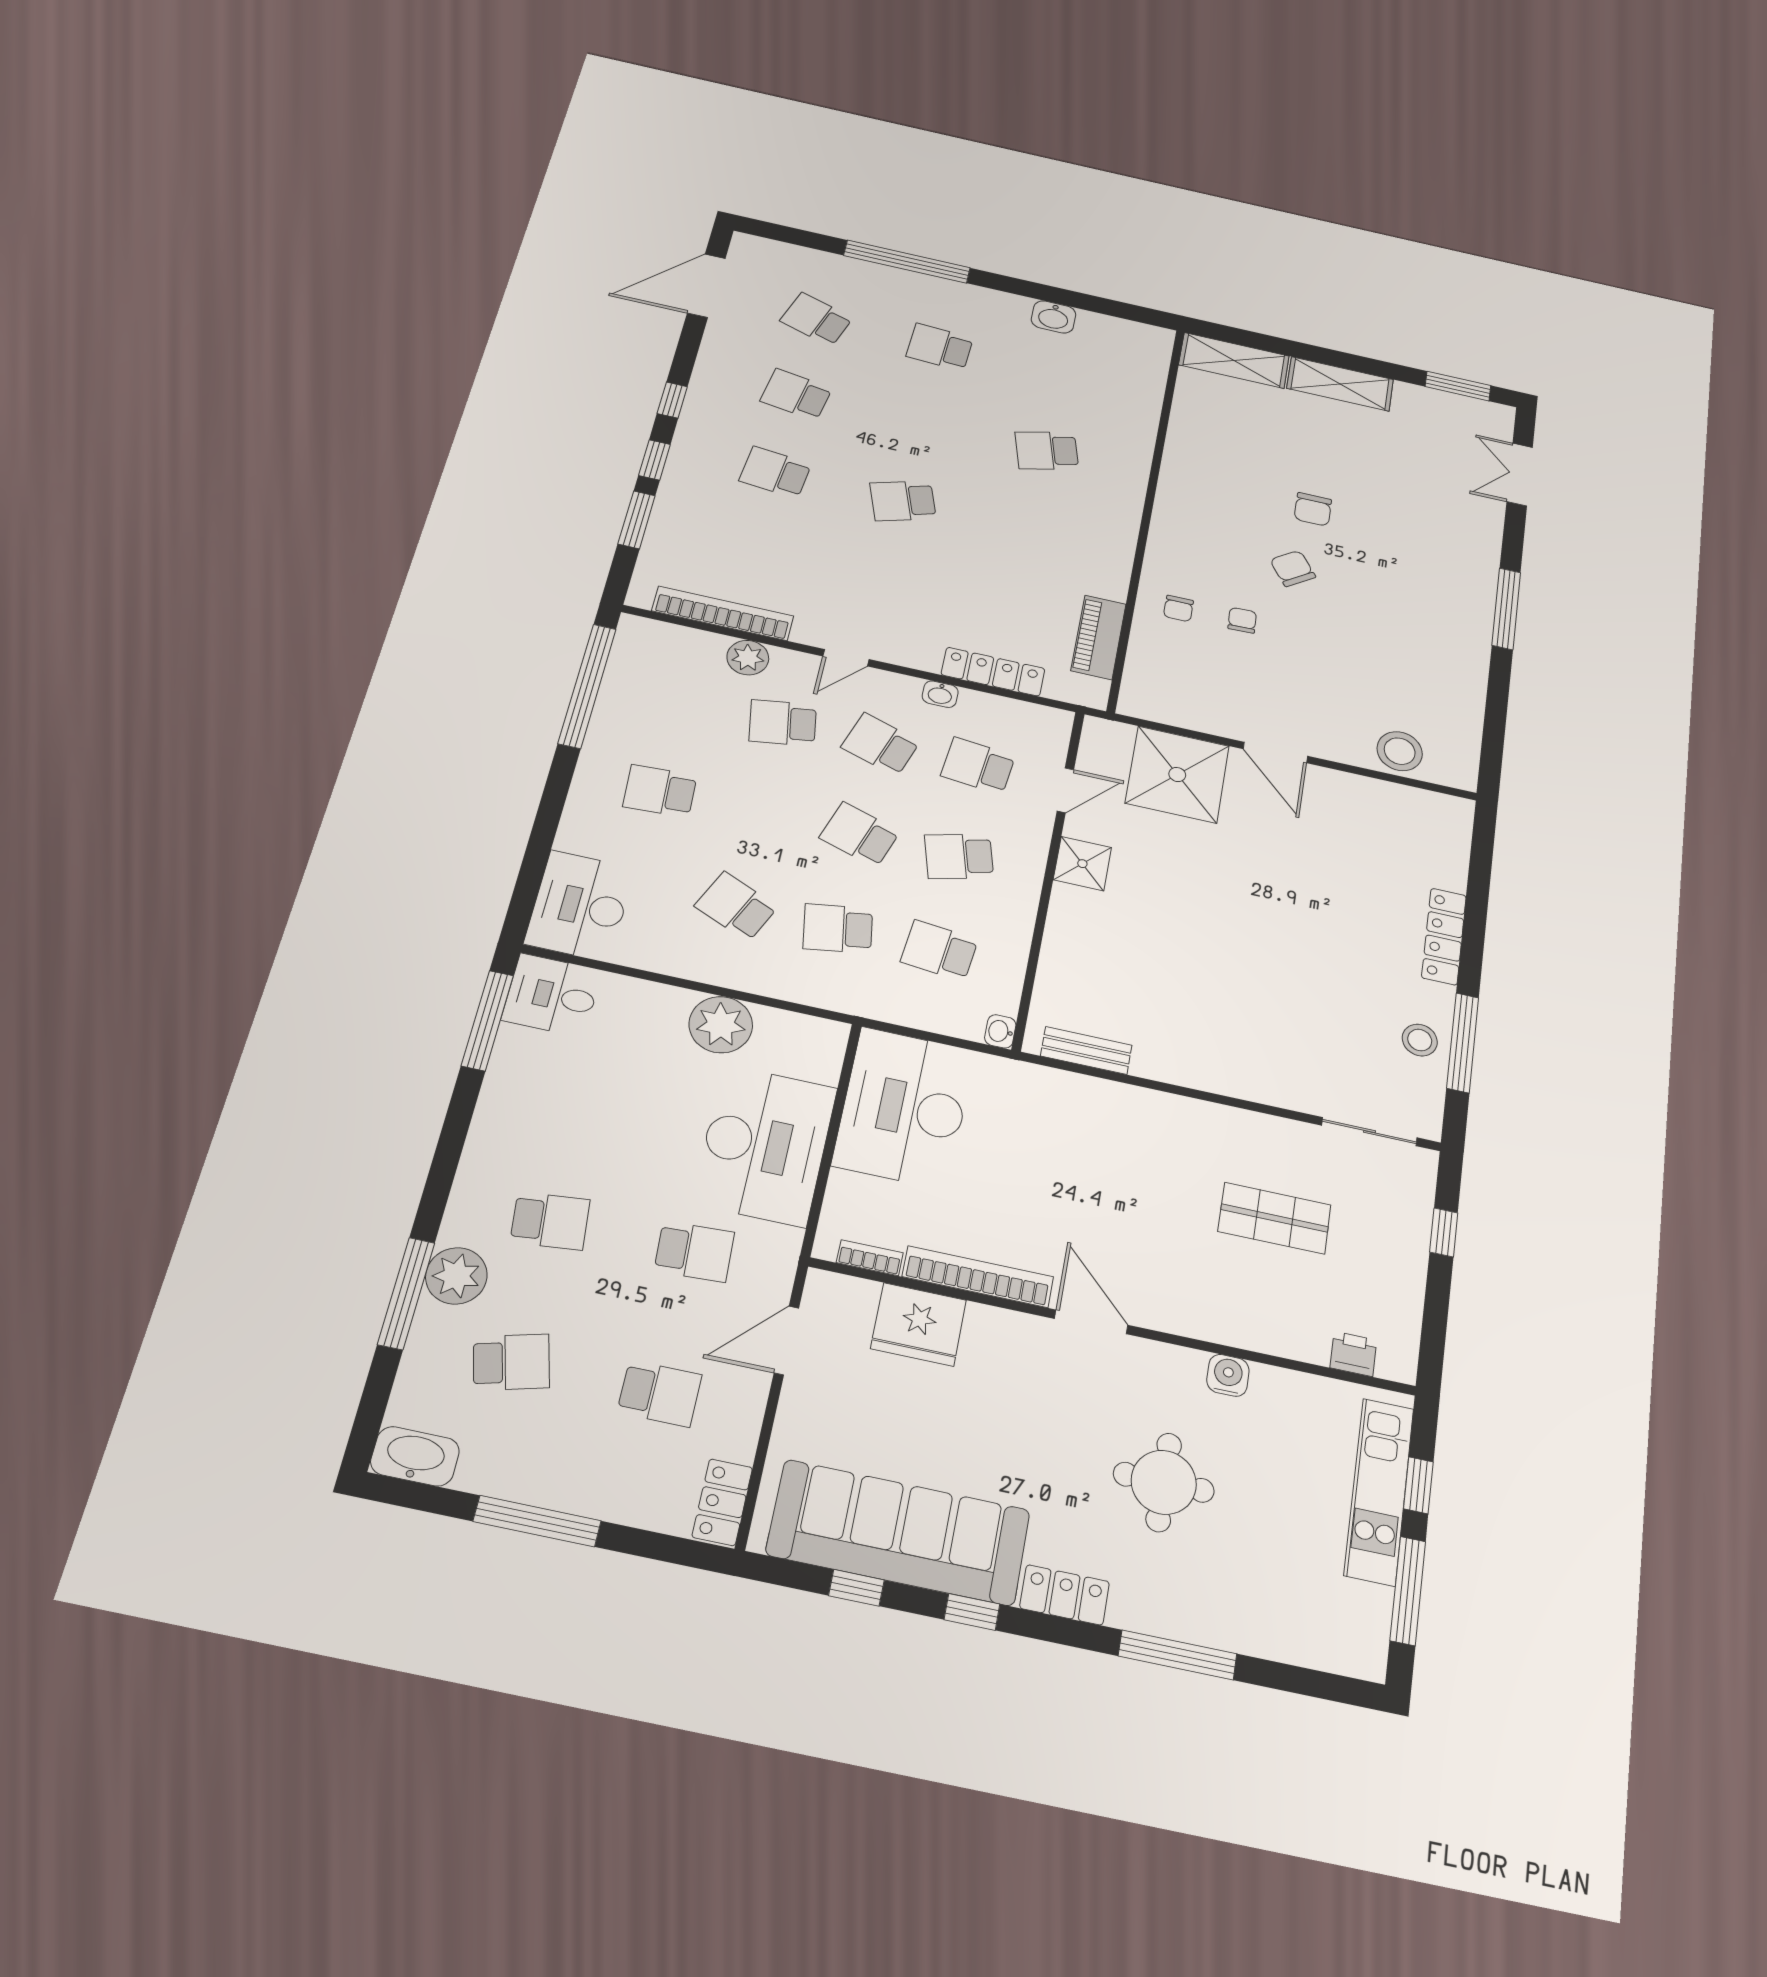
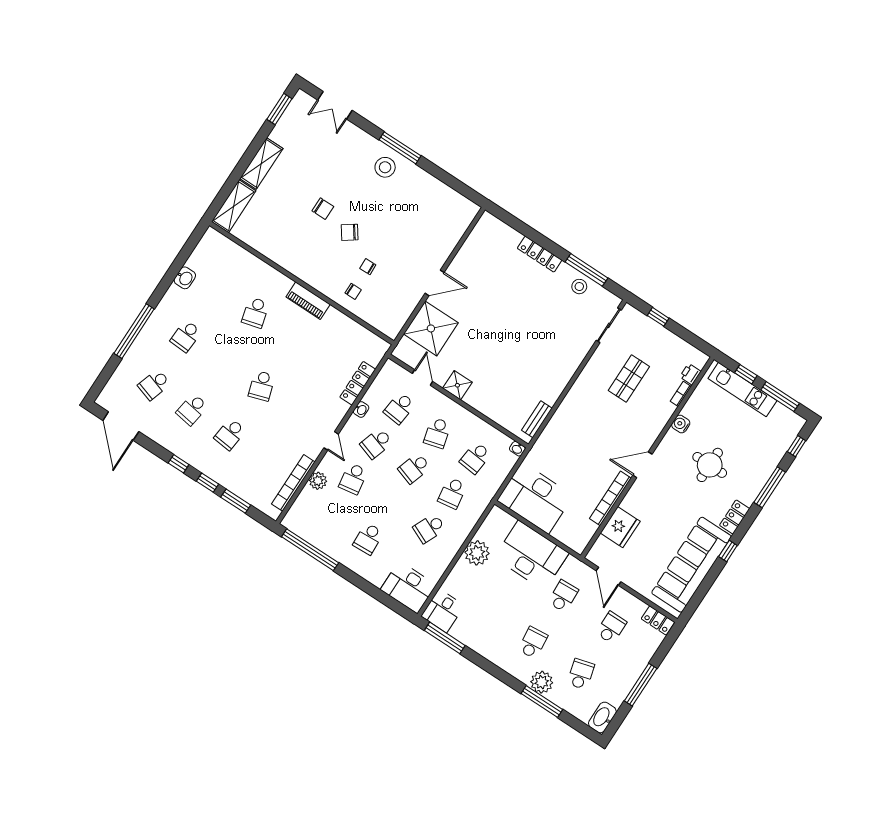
piano: (1098, 637) -> (308, 301), moved
stool: (1400, 751) -> (385, 167), moved
bookcase: (870, 1258) -> (681, 394), moved
window: (856, 1588) -> (797, 446), moved

